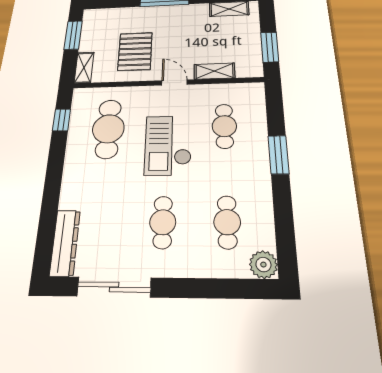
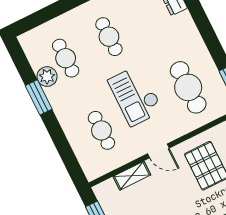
checkout: (168, 145) -> (135, 96), turned 180
window: (278, 155) -> (39, 97), moved
plant: (263, 265) -> (47, 77), moved

